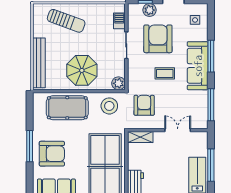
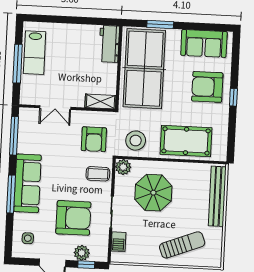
sun lounger: (66, 21) -> (182, 245), turned 139
armchair: (158, 39) -> (73, 218), turned -90
parasol: (82, 70) -> (153, 193), moved
coffee table: (165, 73) -> (98, 174), moved
window: (30, 146) -> (233, 97), width x0.46

